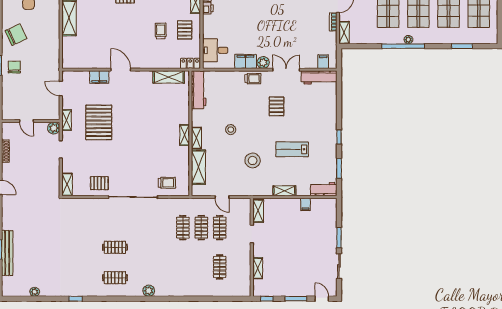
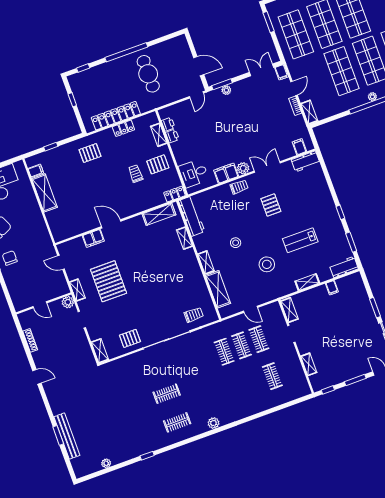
pallet: (185, 30) -> (158, 164), turned 90
workbench: (319, 77) -> (306, 161), width x0.73
shelving: (185, 135) -> (185, 238), moved

